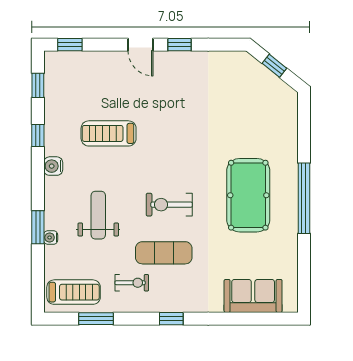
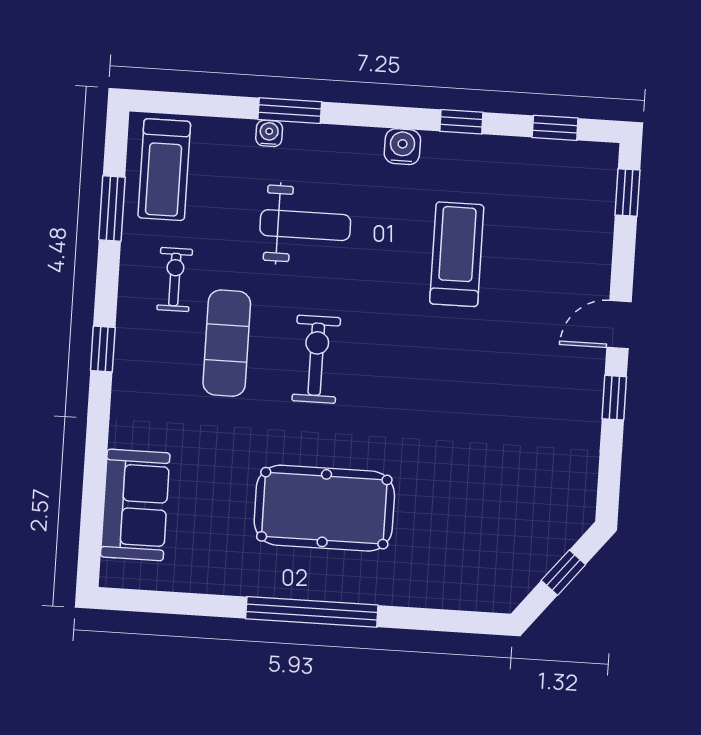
exercise bike: (132, 283) -> (175, 280), turned 180

